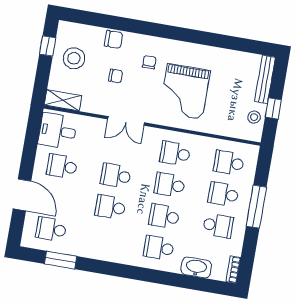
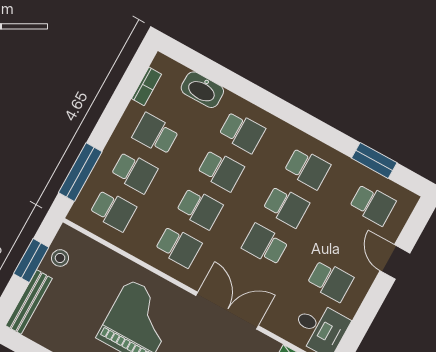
window: (273, 108) -> (31, 261), width x1.50
double door: (126, 121) -> (227, 311), width x1.37
school desk: (116, 176) -> (265, 245), turned 180
door: (22, 195) -> (395, 262), width x0.73
window: (256, 207) -> (80, 172), moved
school desk: (105, 238) -> (307, 168), added
bookcase: (233, 270) -> (146, 86), moved

